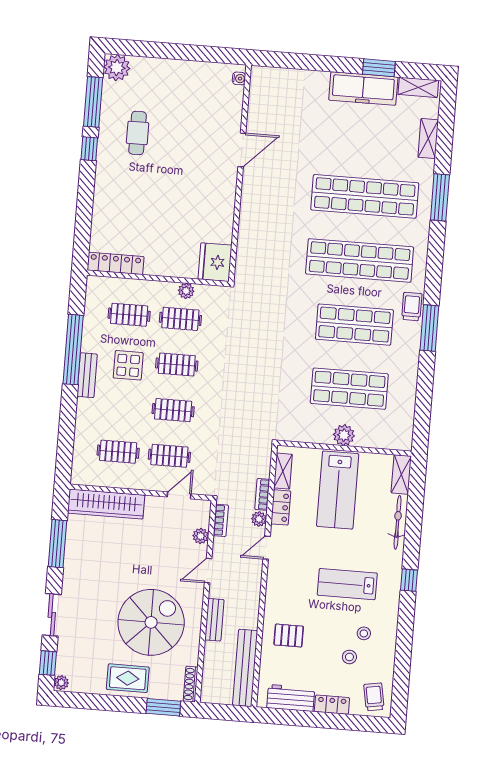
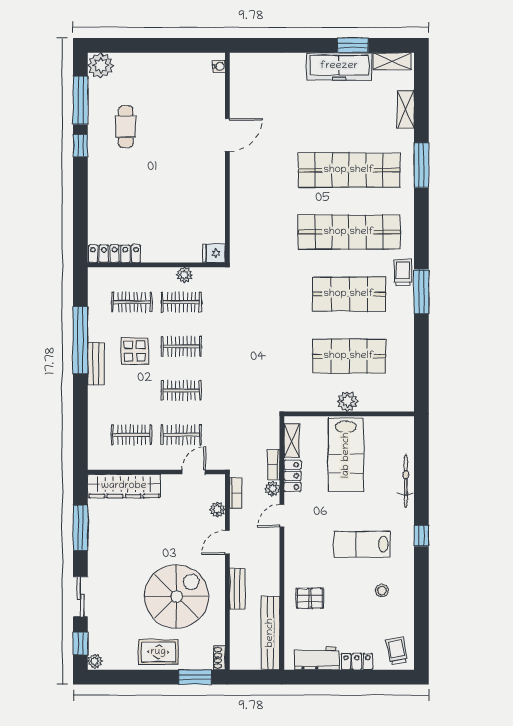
fridge: (215, 262) -> (214, 253), width x0.53, depth x0.75
shelving: (401, 474) -> (406, 435), removed
stool: (349, 657) -> (370, 614), removed
shoe rack: (191, 684) -> (219, 658), width x0.70

